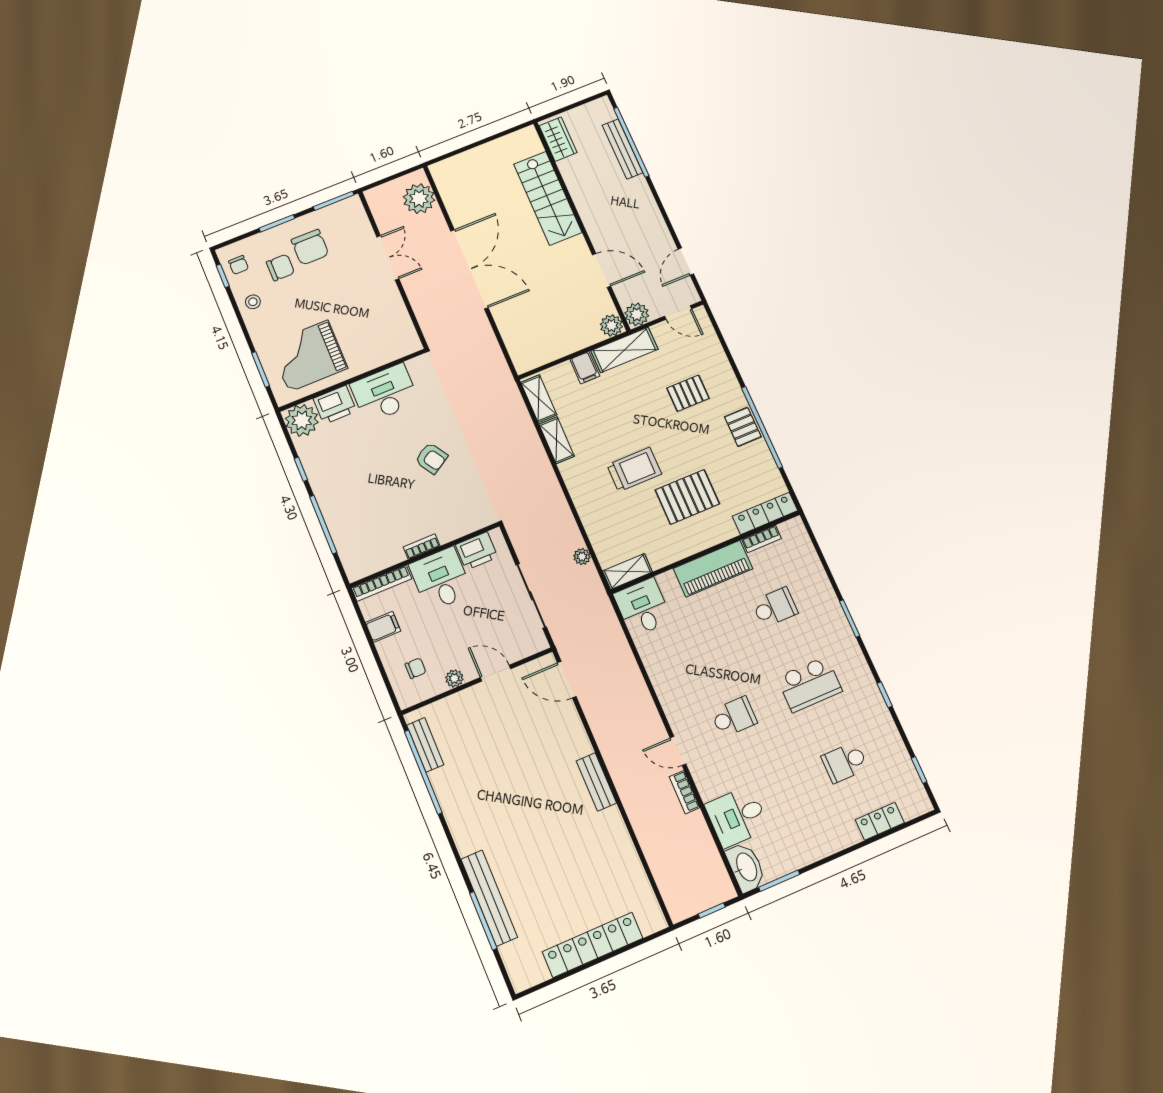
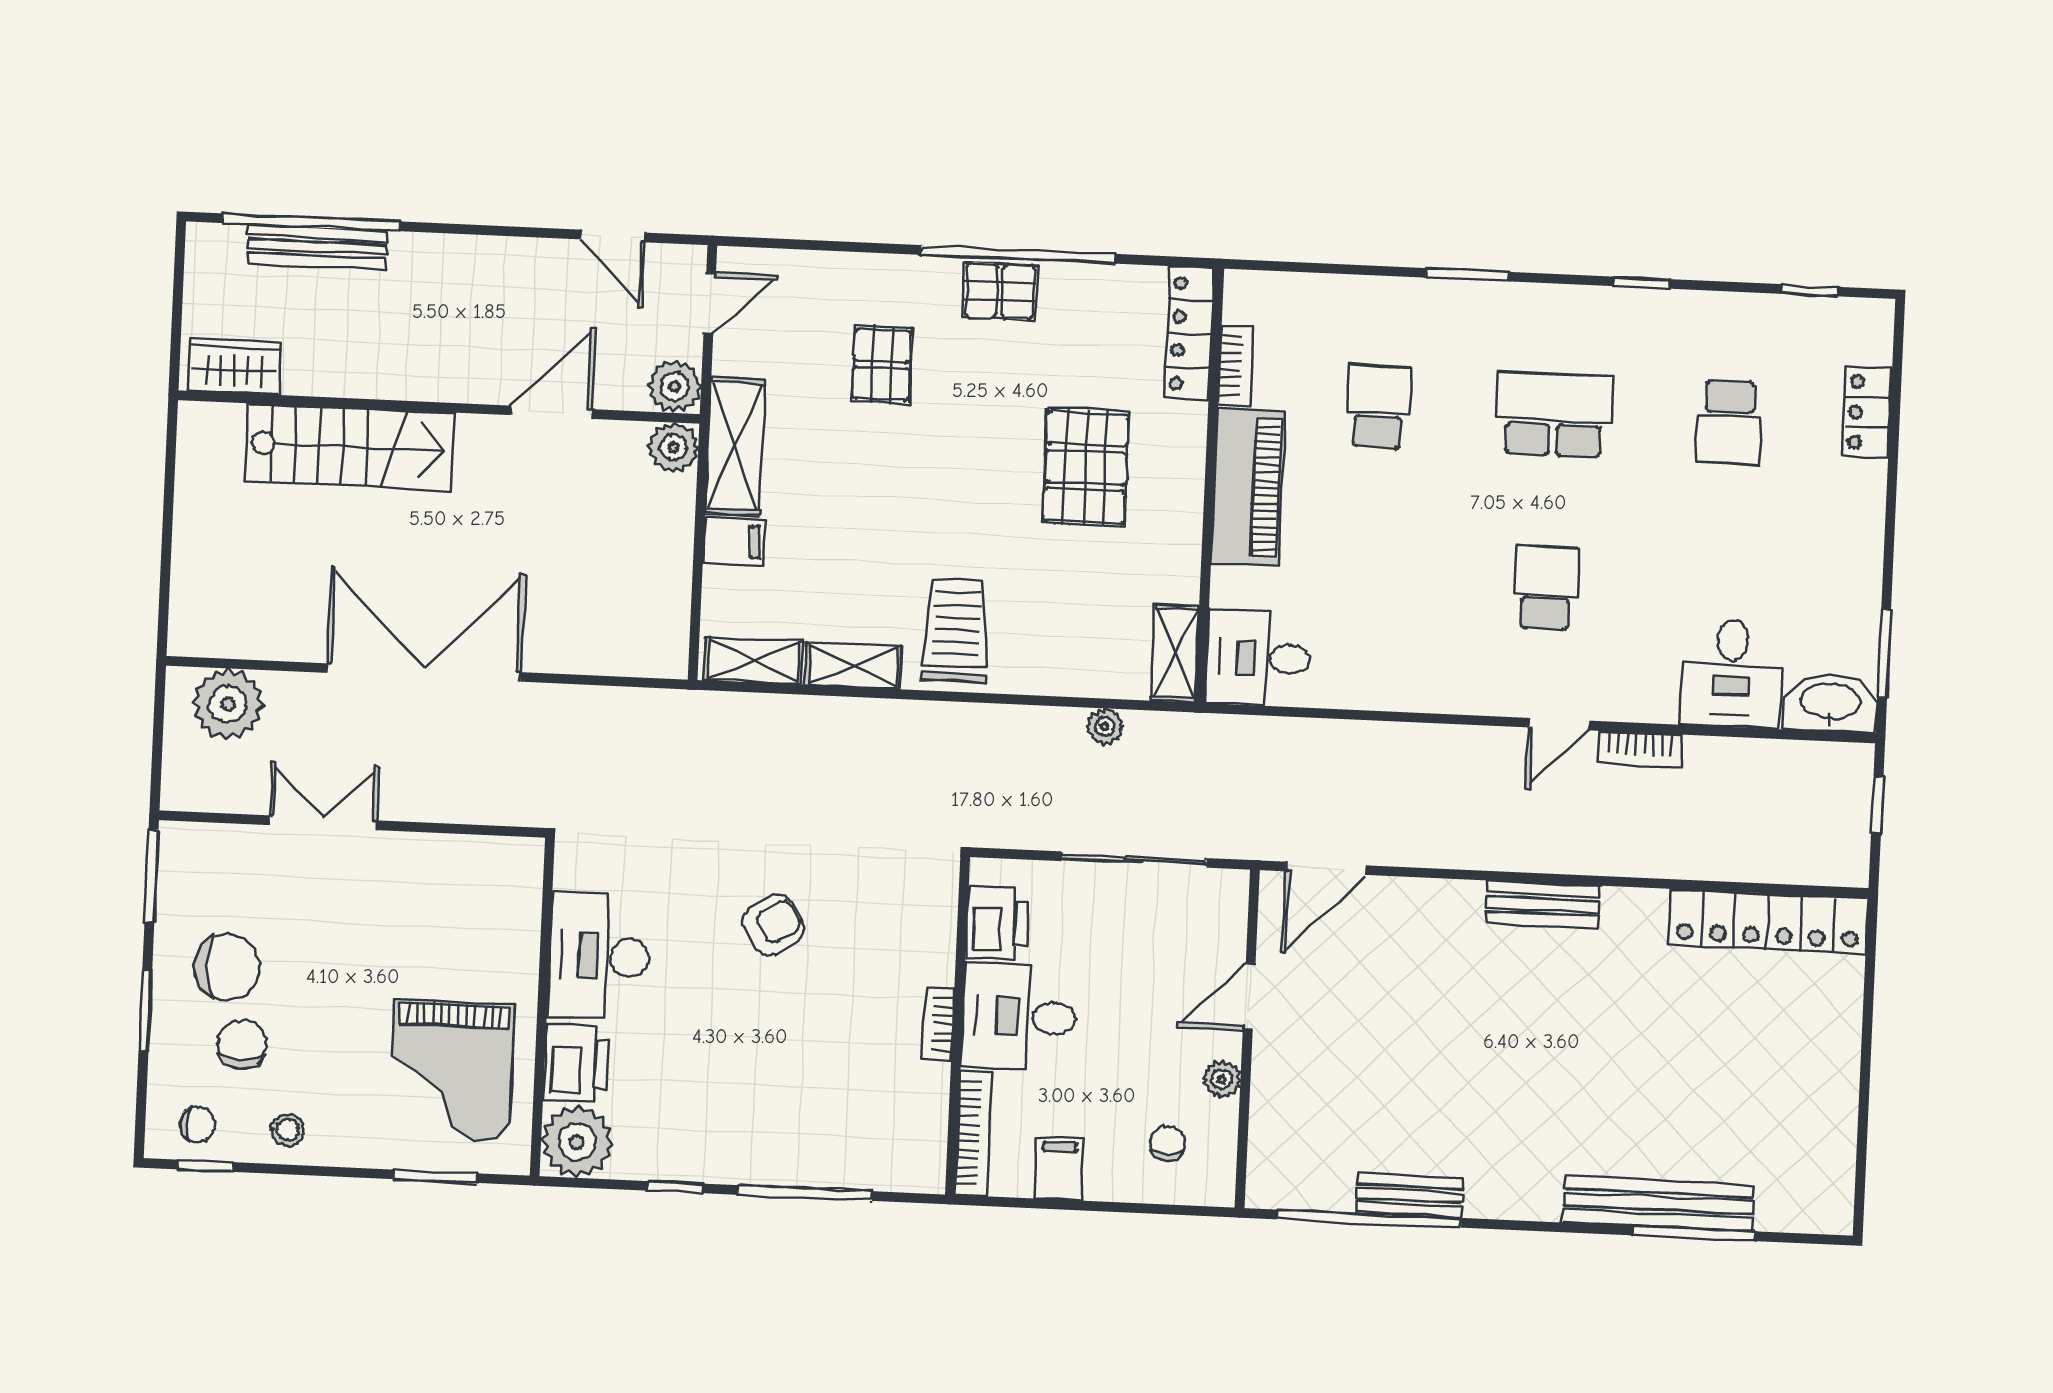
trolley: (634, 469) -> (956, 631), moved
school desk: (809, 684) -> (1554, 414), turned -90
bench: (425, 745) -> (1410, 1195), moved
locker: (592, 945) -> (1768, 921), moved, turned -90

